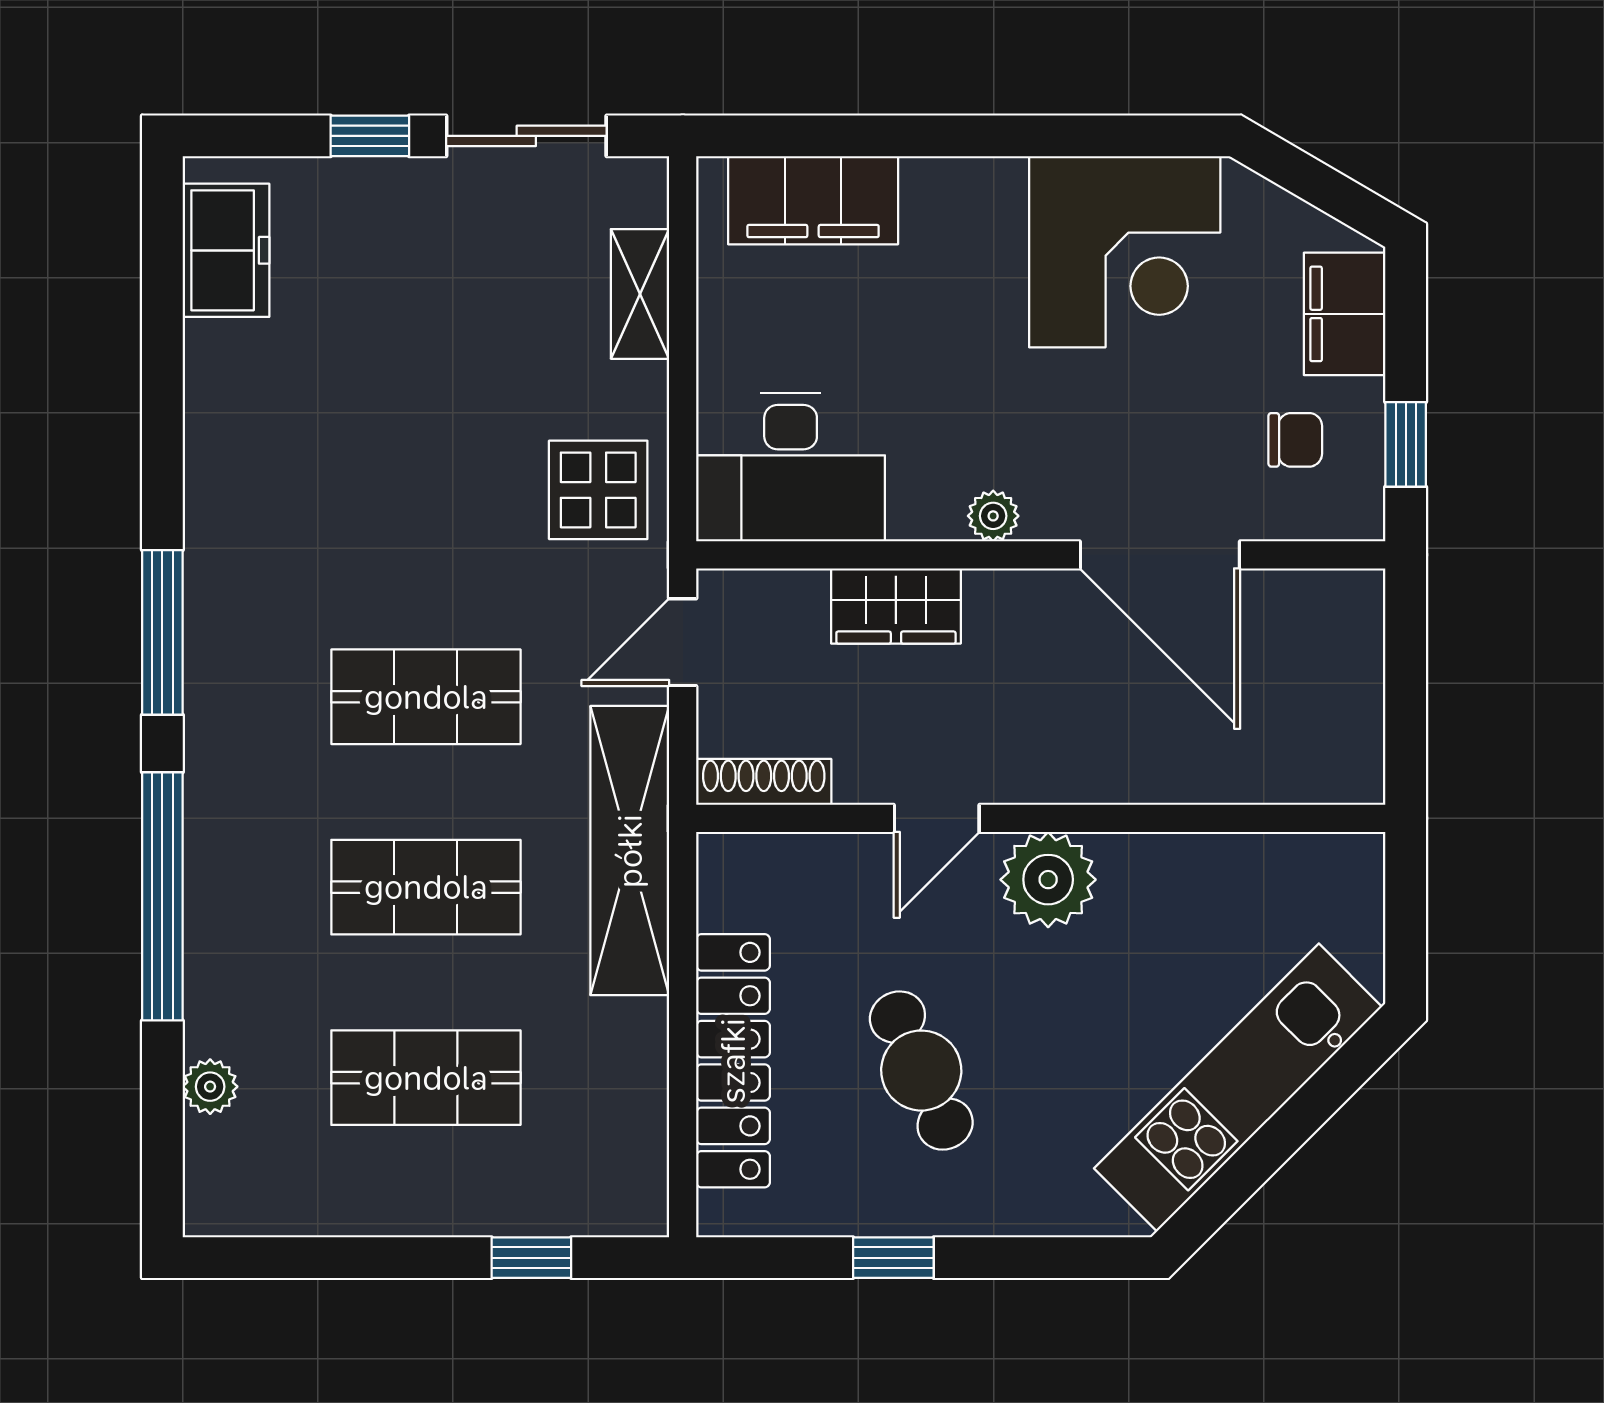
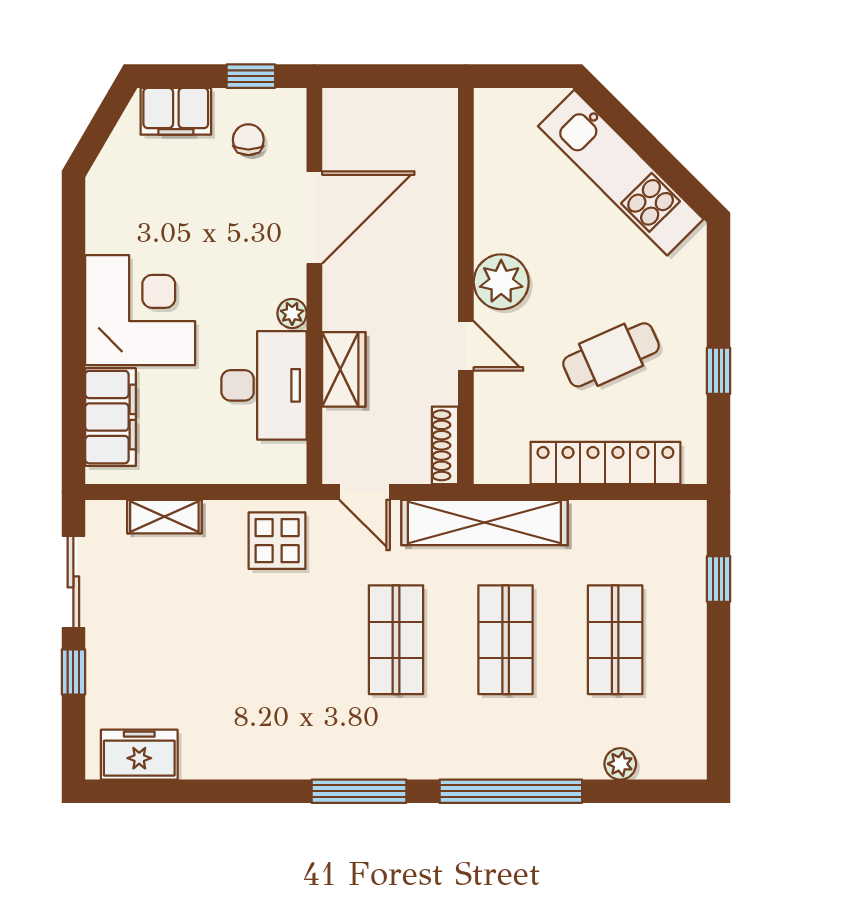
corner desk: (1125, 252) -> (140, 310), moved
desk: (791, 467) -> (264, 385), moved

